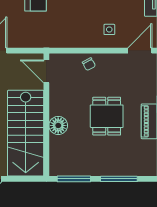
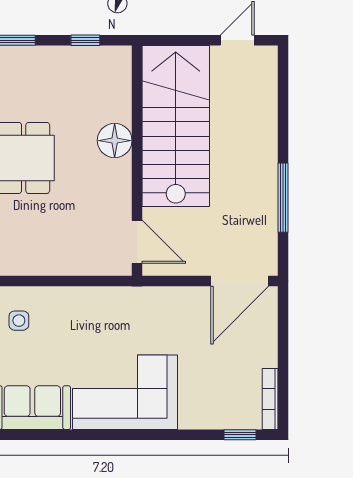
chair: (89, 64) -> (57, 256), removed
window: (74, 179) -> (85, 40), width x0.46

